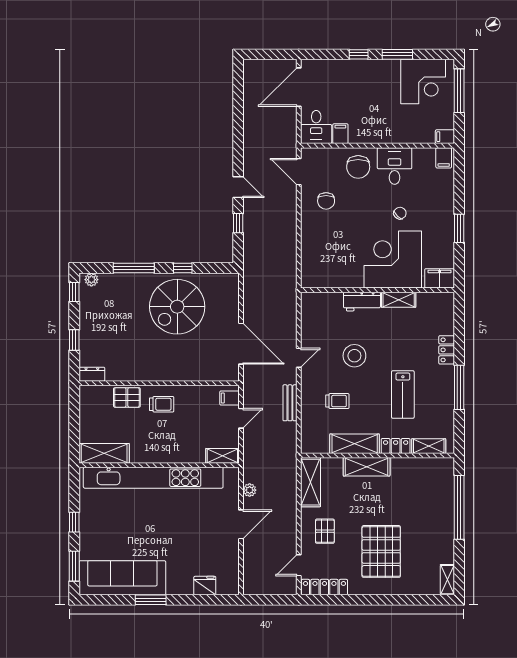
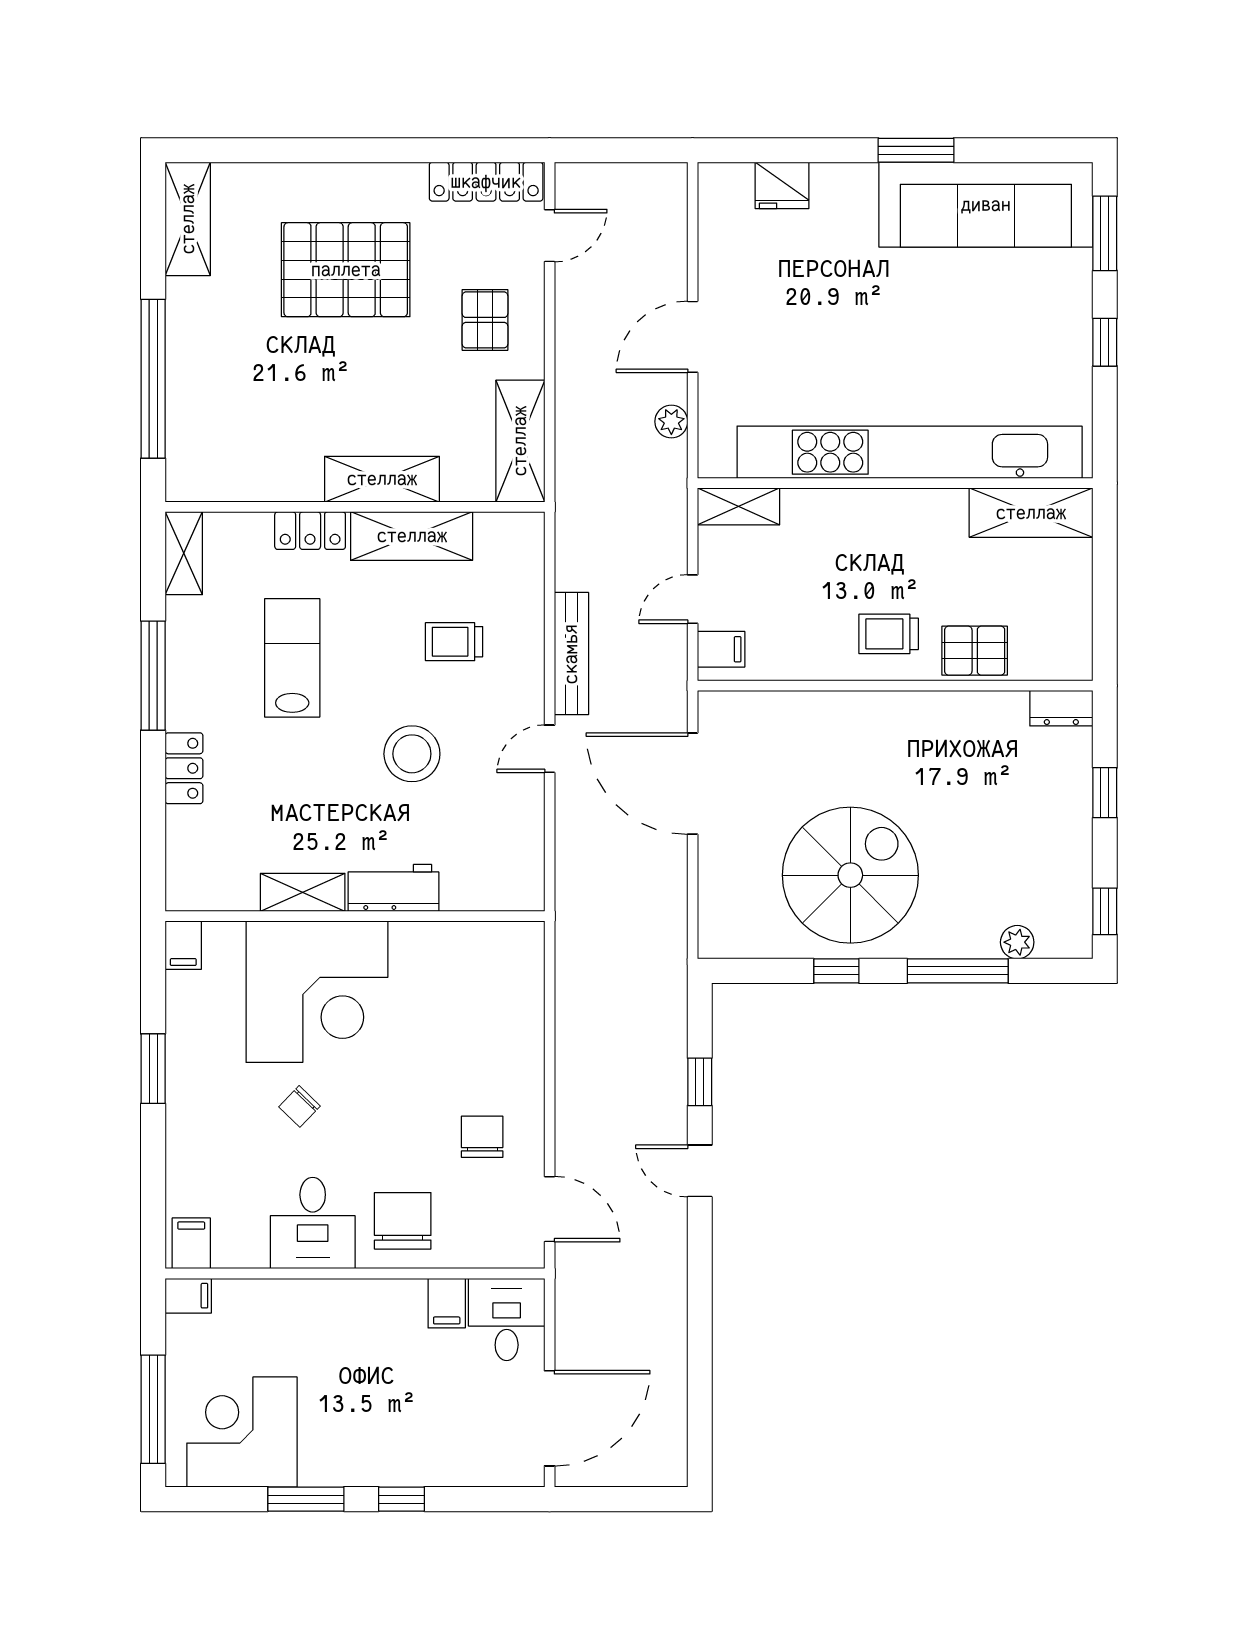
filing cabinet: (440, 278) -> (183, 945), width x0.50
plant: (91, 280) -> (1017, 942), moved
bench: (290, 403) -> (571, 654), width x1.36
shelving: (429, 446) -> (184, 553), moved, turned 90
pallet: (381, 551) -> (346, 270), turned 90
shelving: (447, 580) -> (188, 219), width x1.50, depth x1.33

